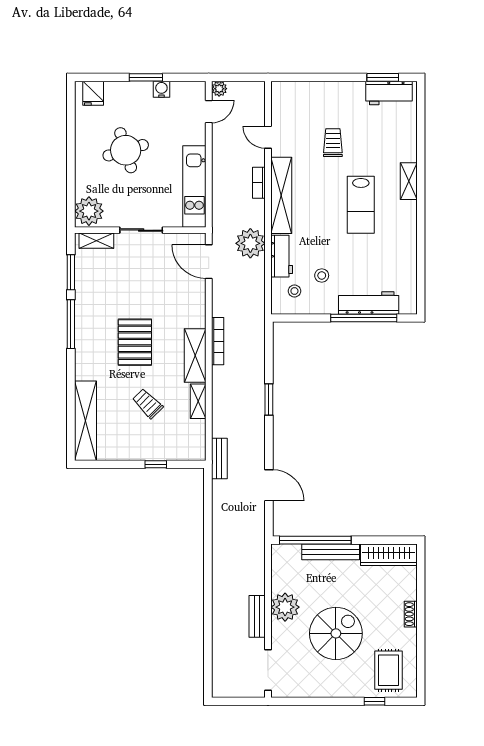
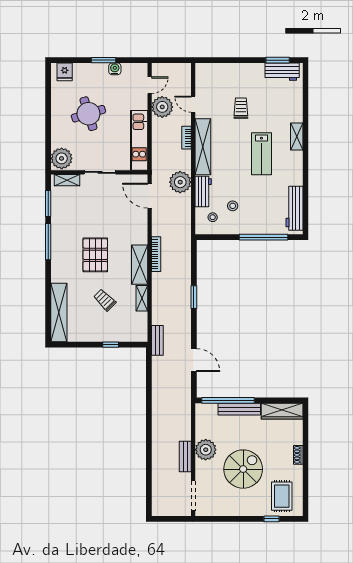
plant: (219, 89) -> (162, 107), moved, width x1.88, depth x1.88
workbench: (369, 303) -> (294, 208), moved, turned -90

